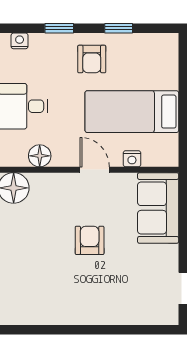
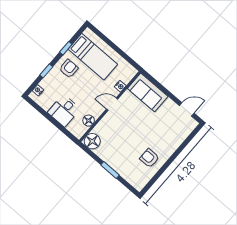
armchair: (92, 59) -> (69, 69), turned -90
bed: (132, 112) -> (93, 57), moved, turned -90
armchair: (90, 240) -> (149, 158), moved

